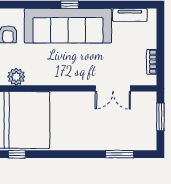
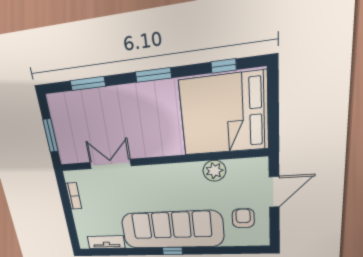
plant: (16, 77) -> (214, 171), moved
window: (68, 154) -> (153, 75), added

